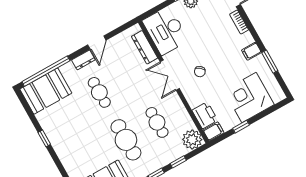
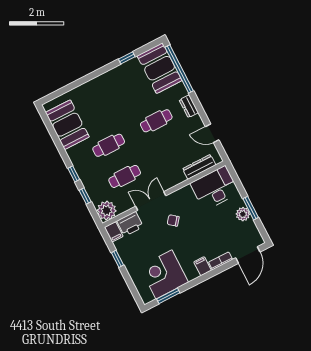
door: (97, 43) -> (212, 133), moved
filing cabinet: (251, 51) -> (203, 266), moved
window: (270, 62) -> (168, 296), moved
double door: (170, 75) -> (151, 201), moved
corner desk: (249, 98) -> (164, 274), moved, turned -90
window: (44, 138) -> (127, 58), moved
cafe table: (126, 140) -> (109, 145), width x0.73, depth x0.74

